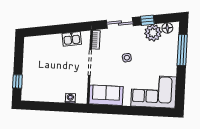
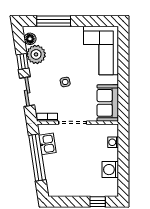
window: (60, 29) -> (37, 158), added
washing machine: (46, 94) -> (110, 170), added

